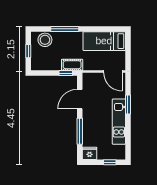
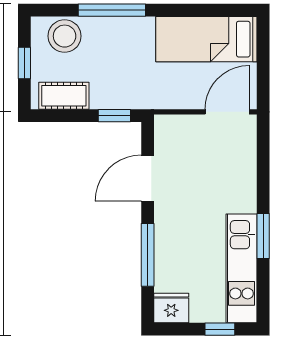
cot: (72, 65) -> (64, 96), moved
door: (113, 71) -> (227, 112), swing flipped
window: (128, 104) -> (263, 236), moved
kitchen unit: (119, 122) -> (242, 268), moved

